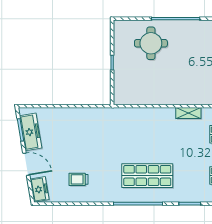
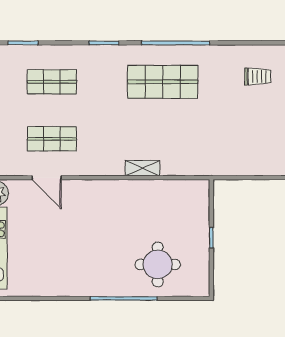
shelving: (188, 113) -> (142, 168), moved

